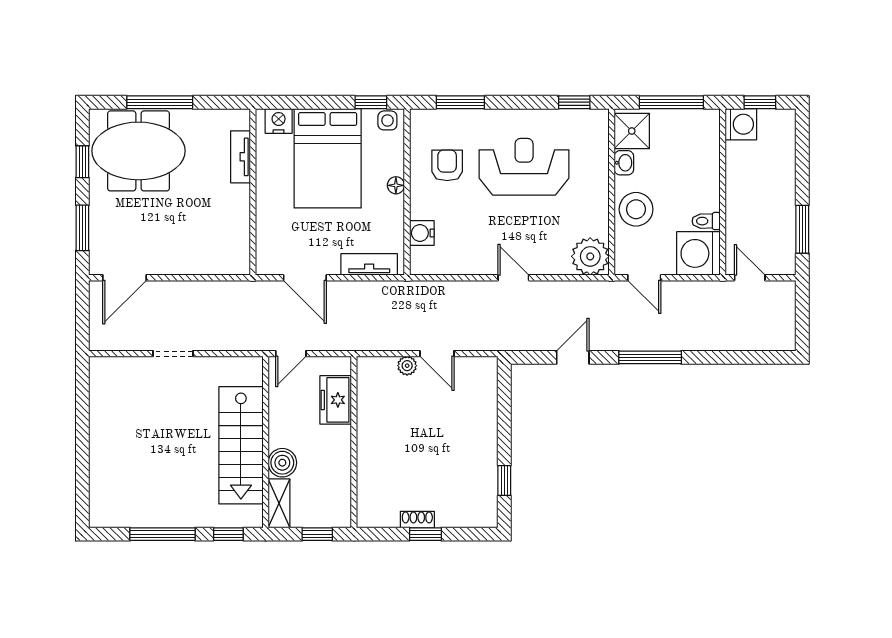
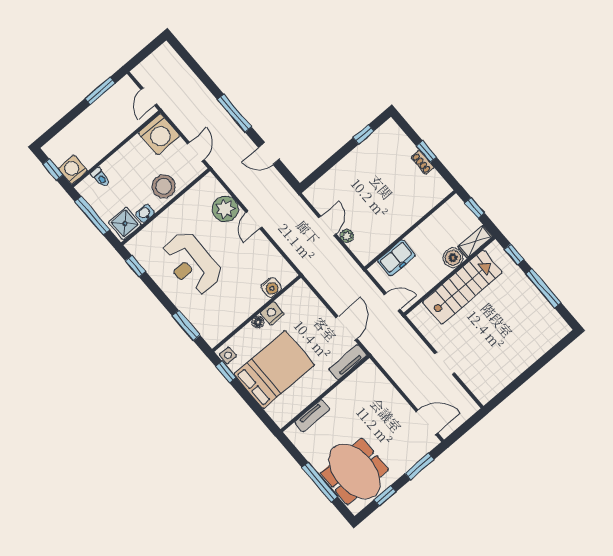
nightstand: (279, 121) -> (272, 313), moved, turned 90
armchair: (447, 165) -> (225, 304), removed
toilet: (706, 221) -> (100, 177), moved
plant: (590, 256) -> (225, 209), moved
tv unit: (369, 264) -> (348, 362), moved, turned 90

